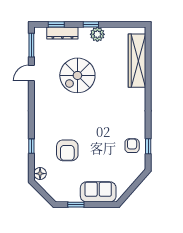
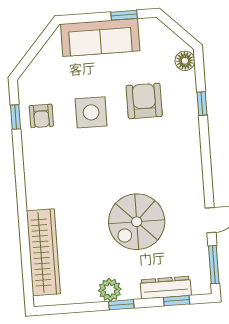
spiral stairs: (77, 75) -> (137, 222), turned 180
side table: (101, 146) -> (91, 112), added
sofa: (98, 192) -> (100, 37), width x1.36

